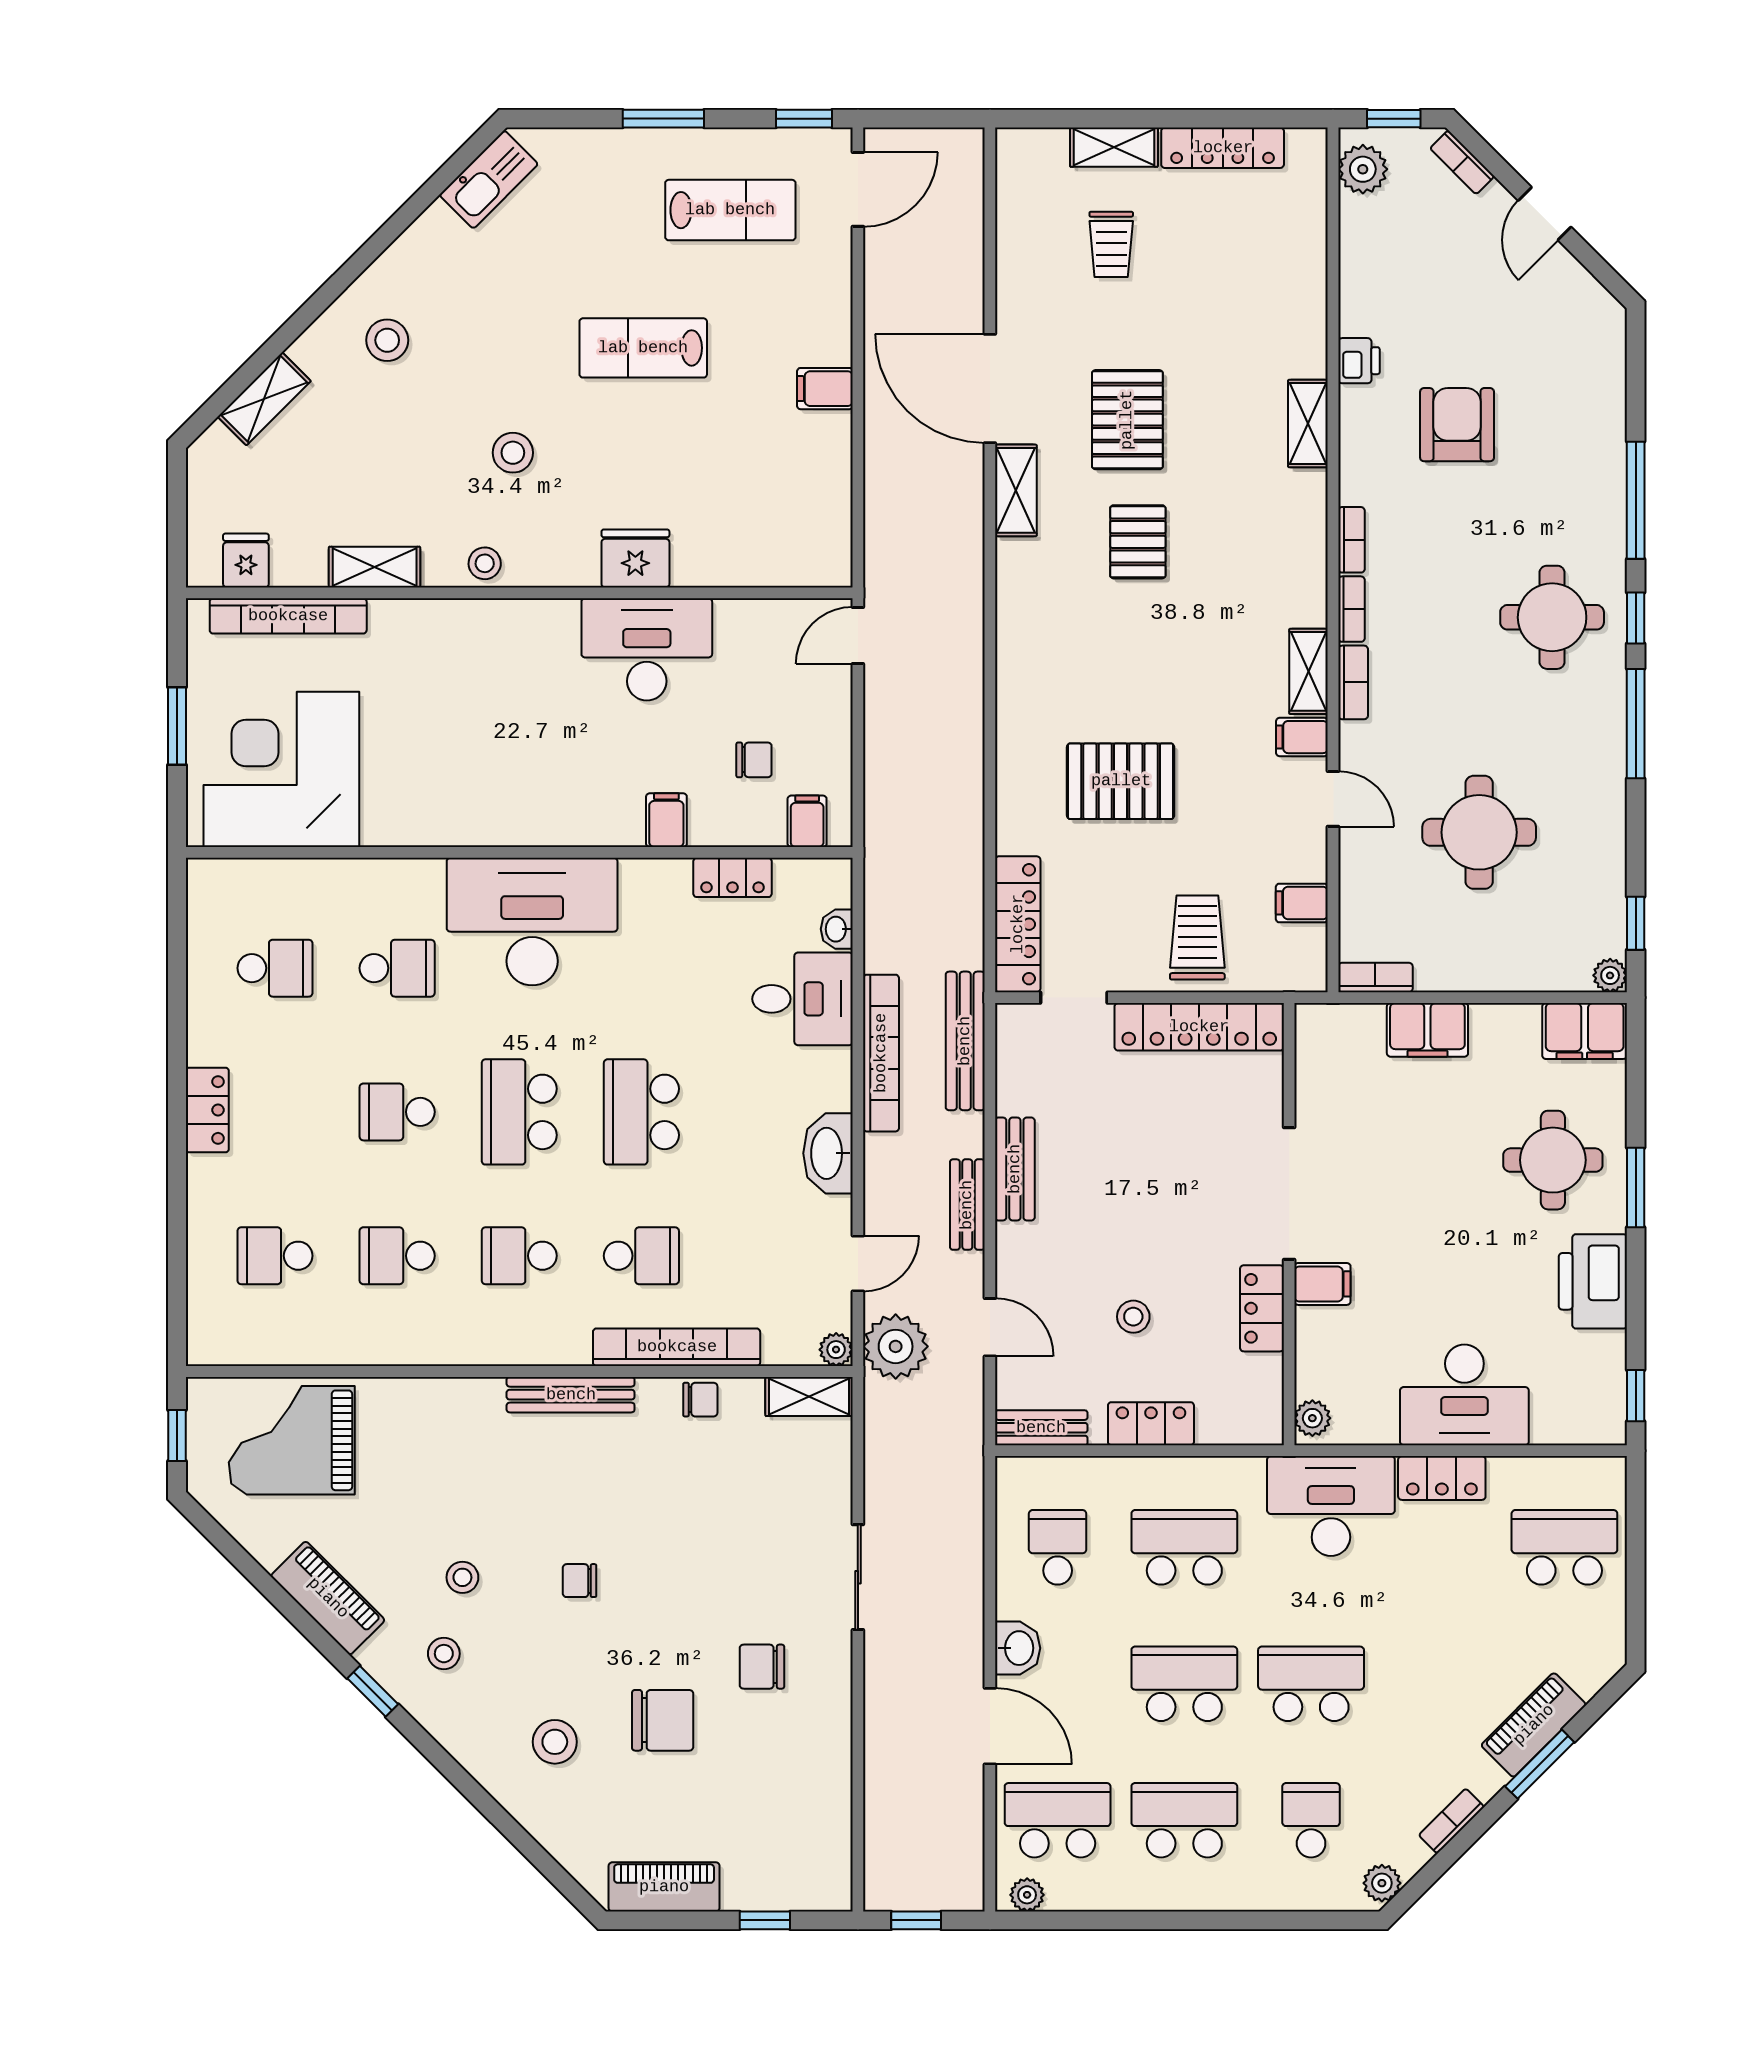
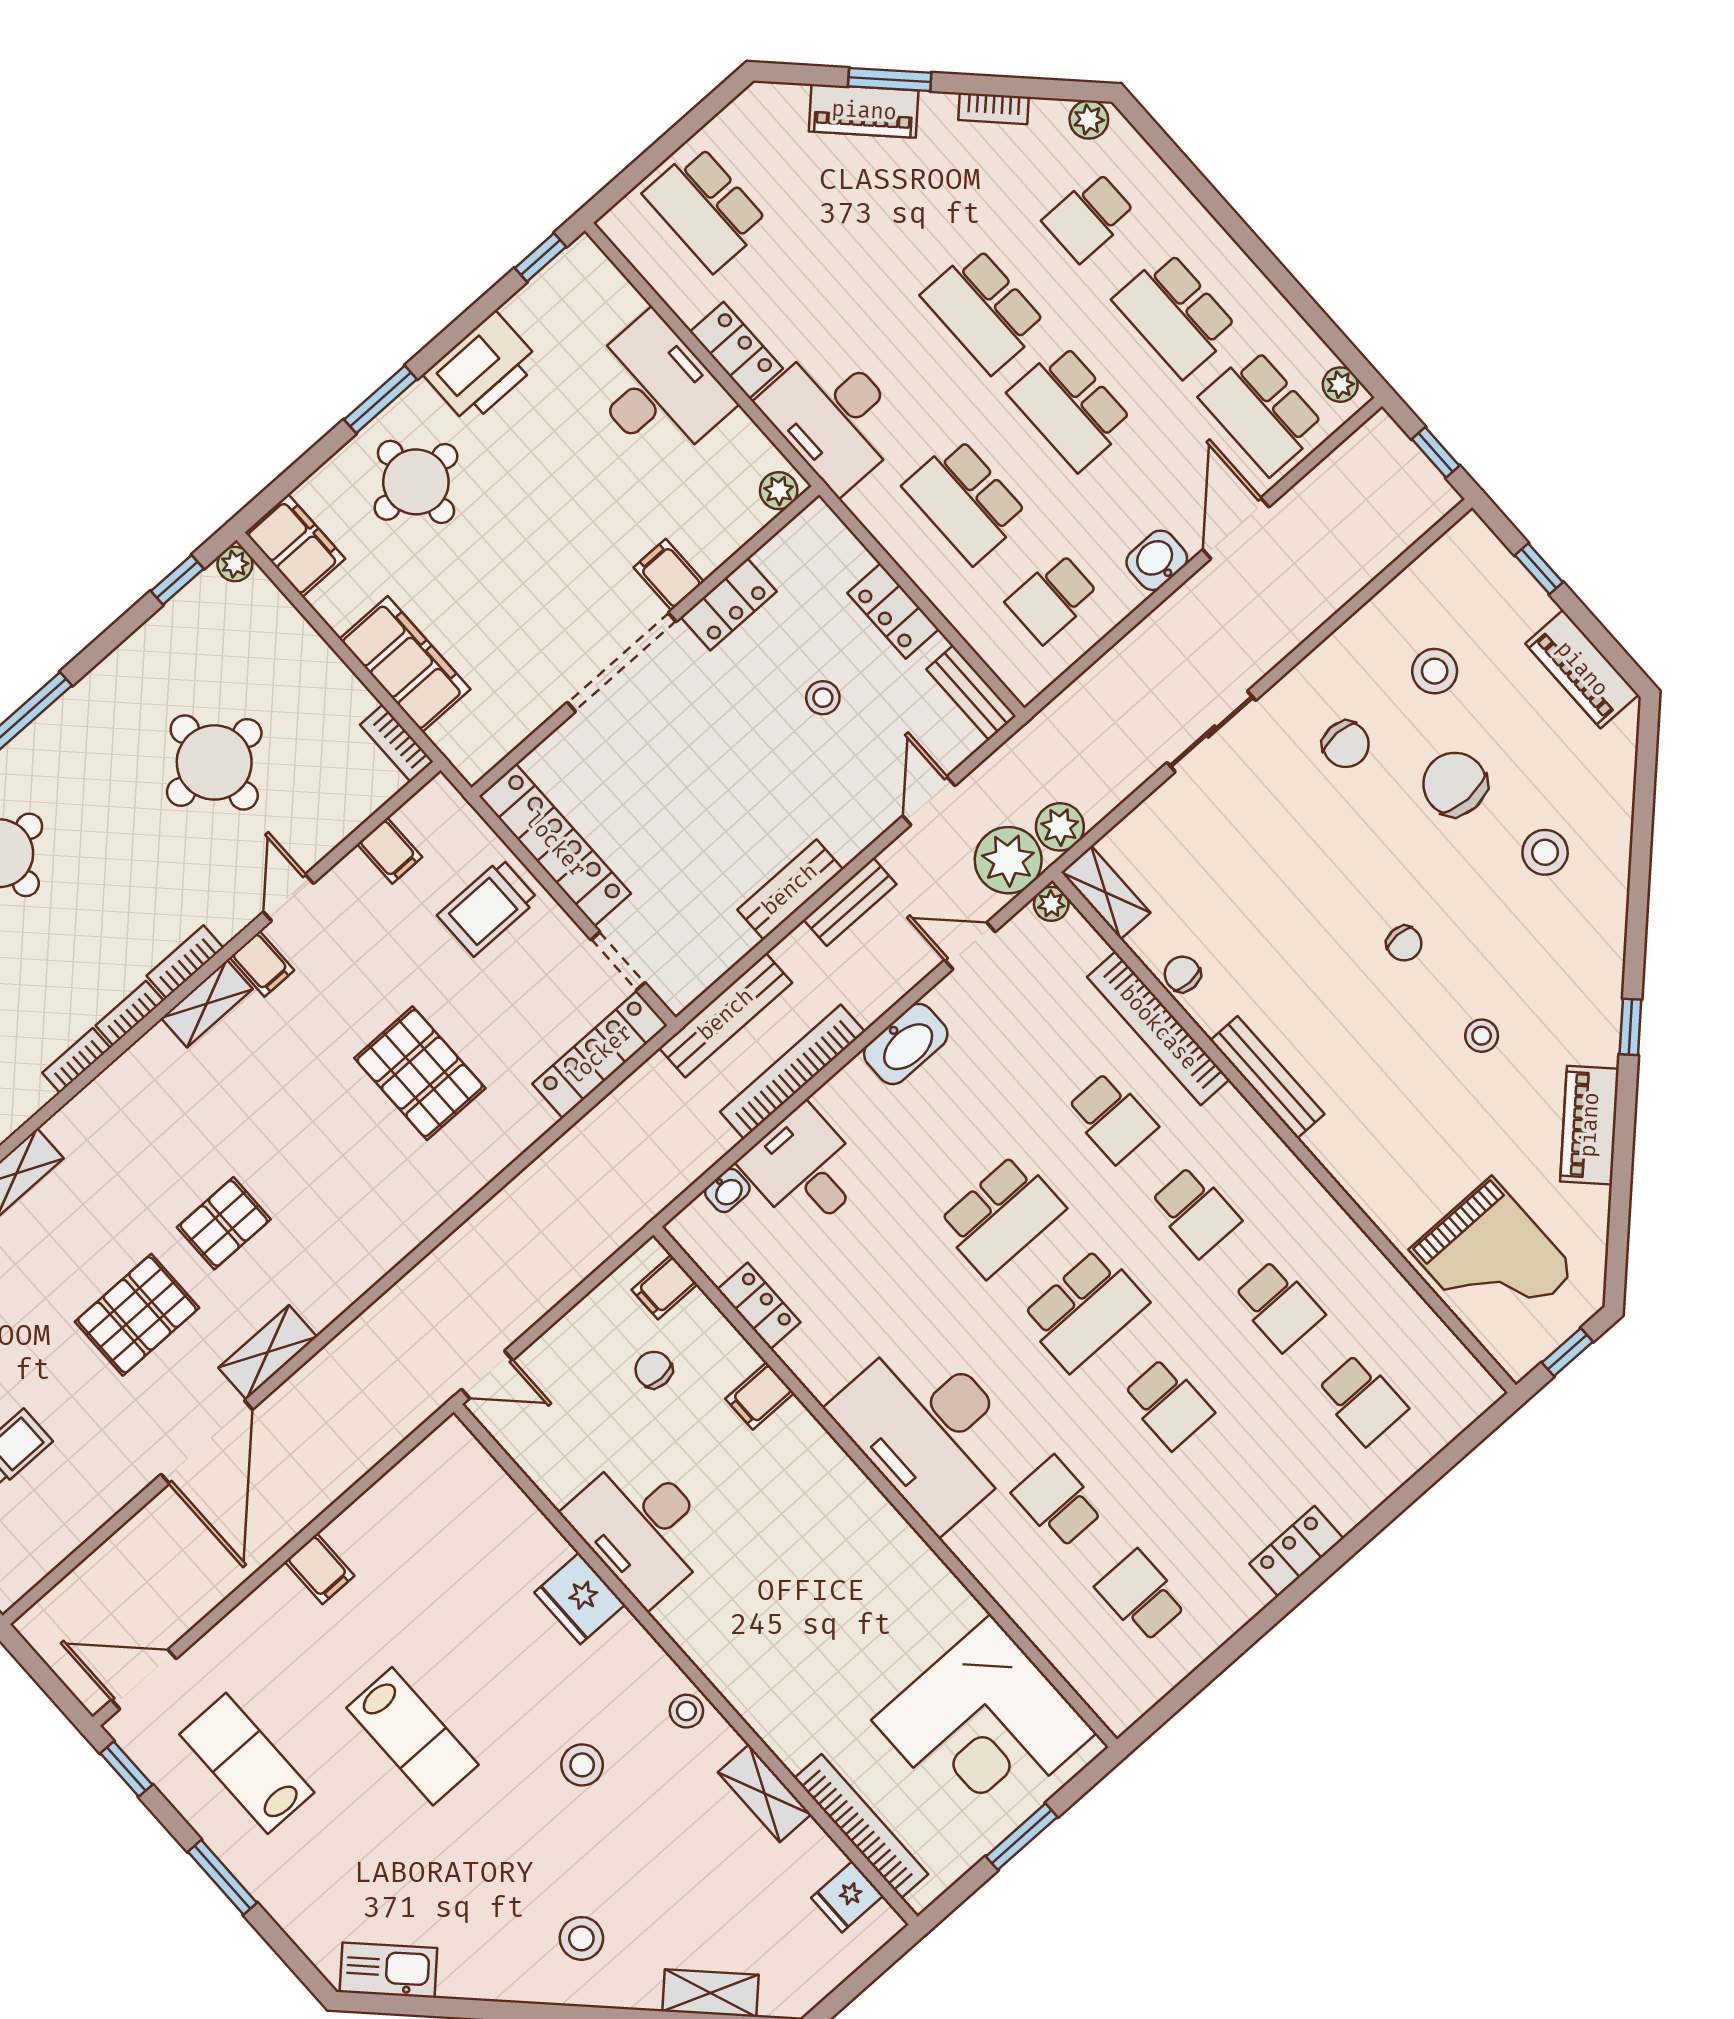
filing cabinet: (1427, 1030) -> (405, 664), width x1.50, depth x1.17
school desk: (641, 1256) -> (1112, 1118), turned 180
plant: (886, 1406) -> (1060, 827), added
stool: (444, 1654) -> (1435, 671), moved, width x1.37, depth x1.37

